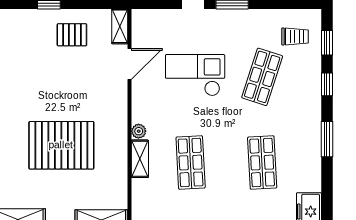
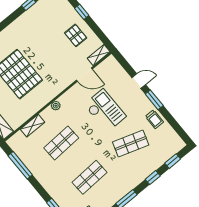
trolley: (295, 36) -> (154, 119), moved
shelving: (140, 159) -> (32, 126), moved

